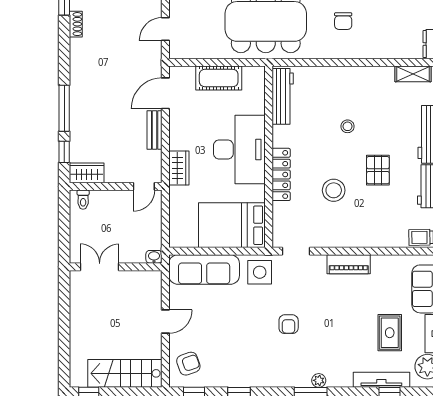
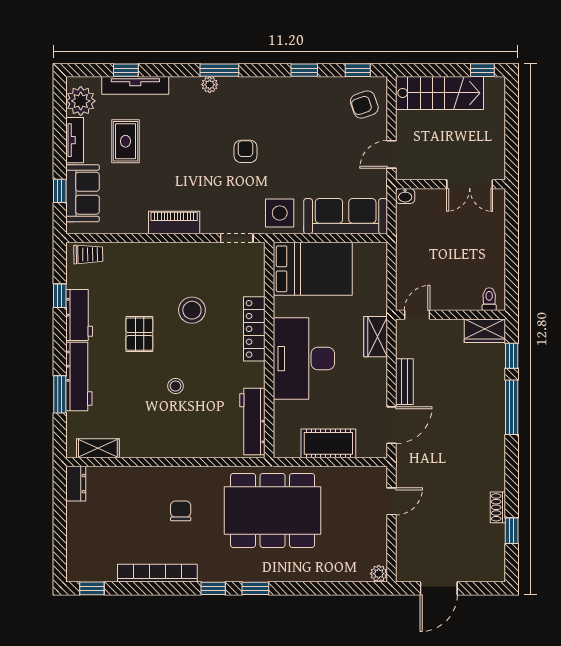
washbasin: (154, 257) -> (405, 196), moved
double door: (100, 267) -> (470, 184), moved
wall: (116, 267) -> (451, 184), moved

